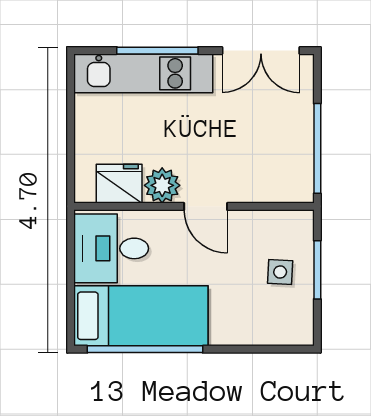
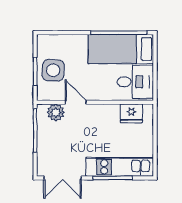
double door: (261, 51) -> (63, 178), swing flipped
plant: (162, 185) -> (56, 112), moved
door: (206, 206) -> (76, 102), moved
side table: (280, 272) -> (53, 70), width x1.87, depth x1.87

